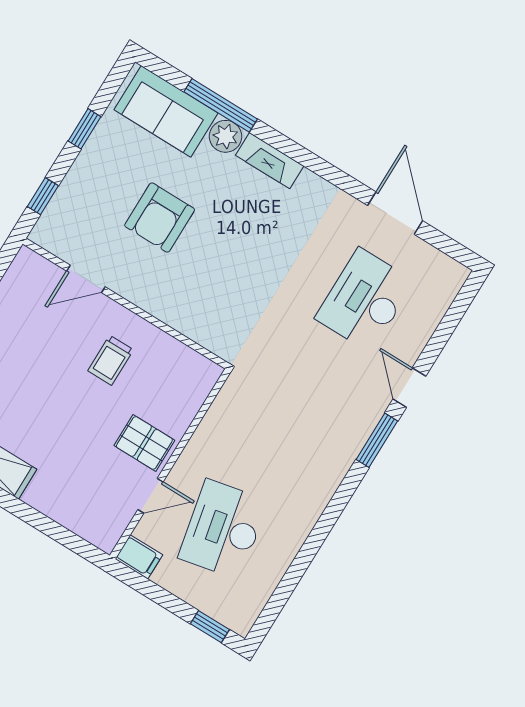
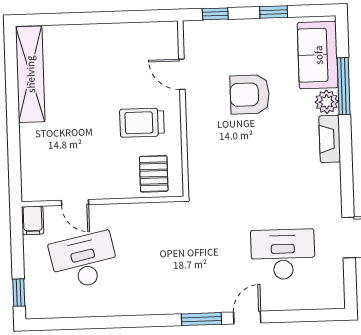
trolley: (111, 360) -> (142, 123), width x1.36, depth x1.39
pallet: (144, 443) -> (154, 174), moved

